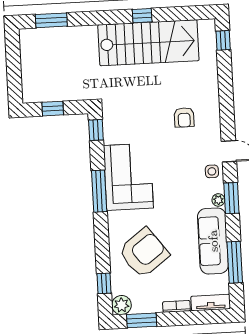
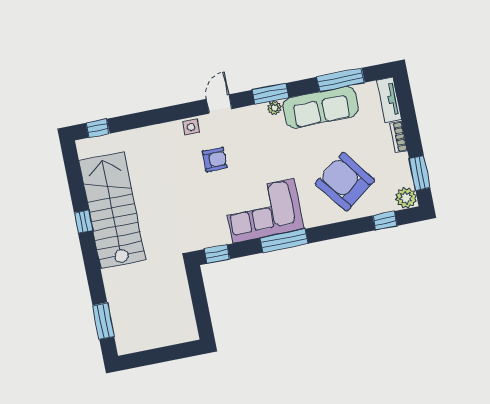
window: (53, 109) -> (200, 305), removed
armchair: (184, 117) -> (215, 160), moved
side table: (212, 171) -> (191, 127), moved

